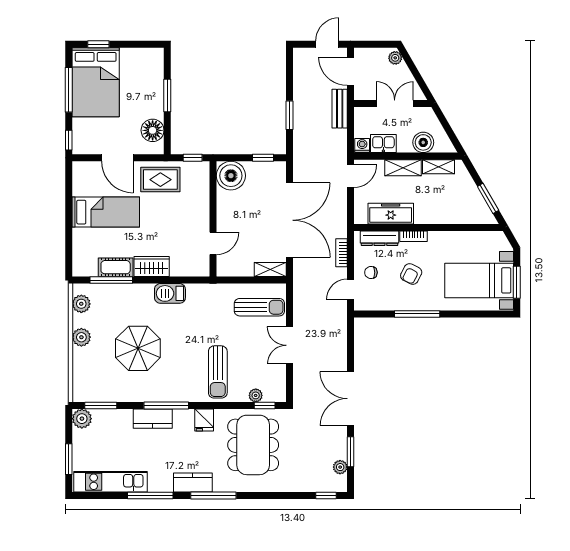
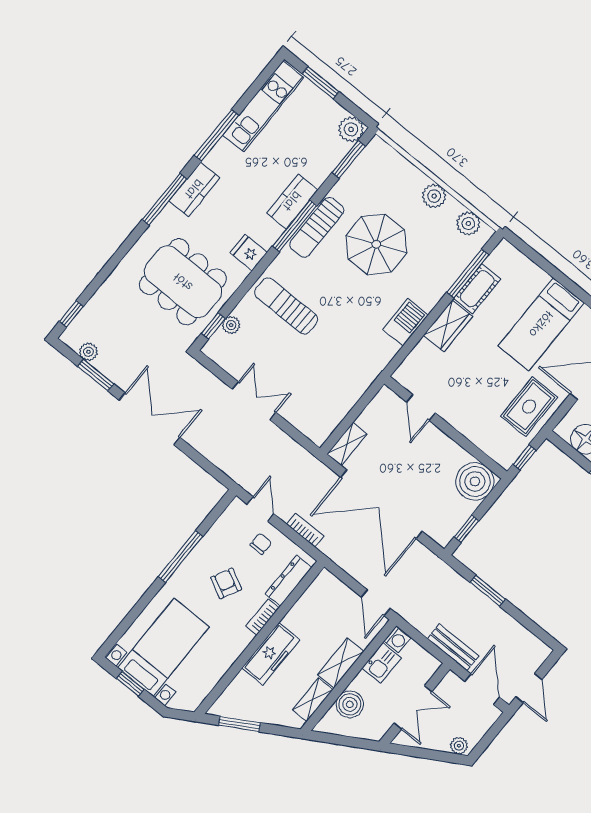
door: (351, 71) -> (482, 689), hinge flipped
freezer: (391, 214) -> (271, 654), moved
window: (517, 282) -> (130, 684), width x0.67
sun lounger: (259, 307) -> (317, 227), moved

